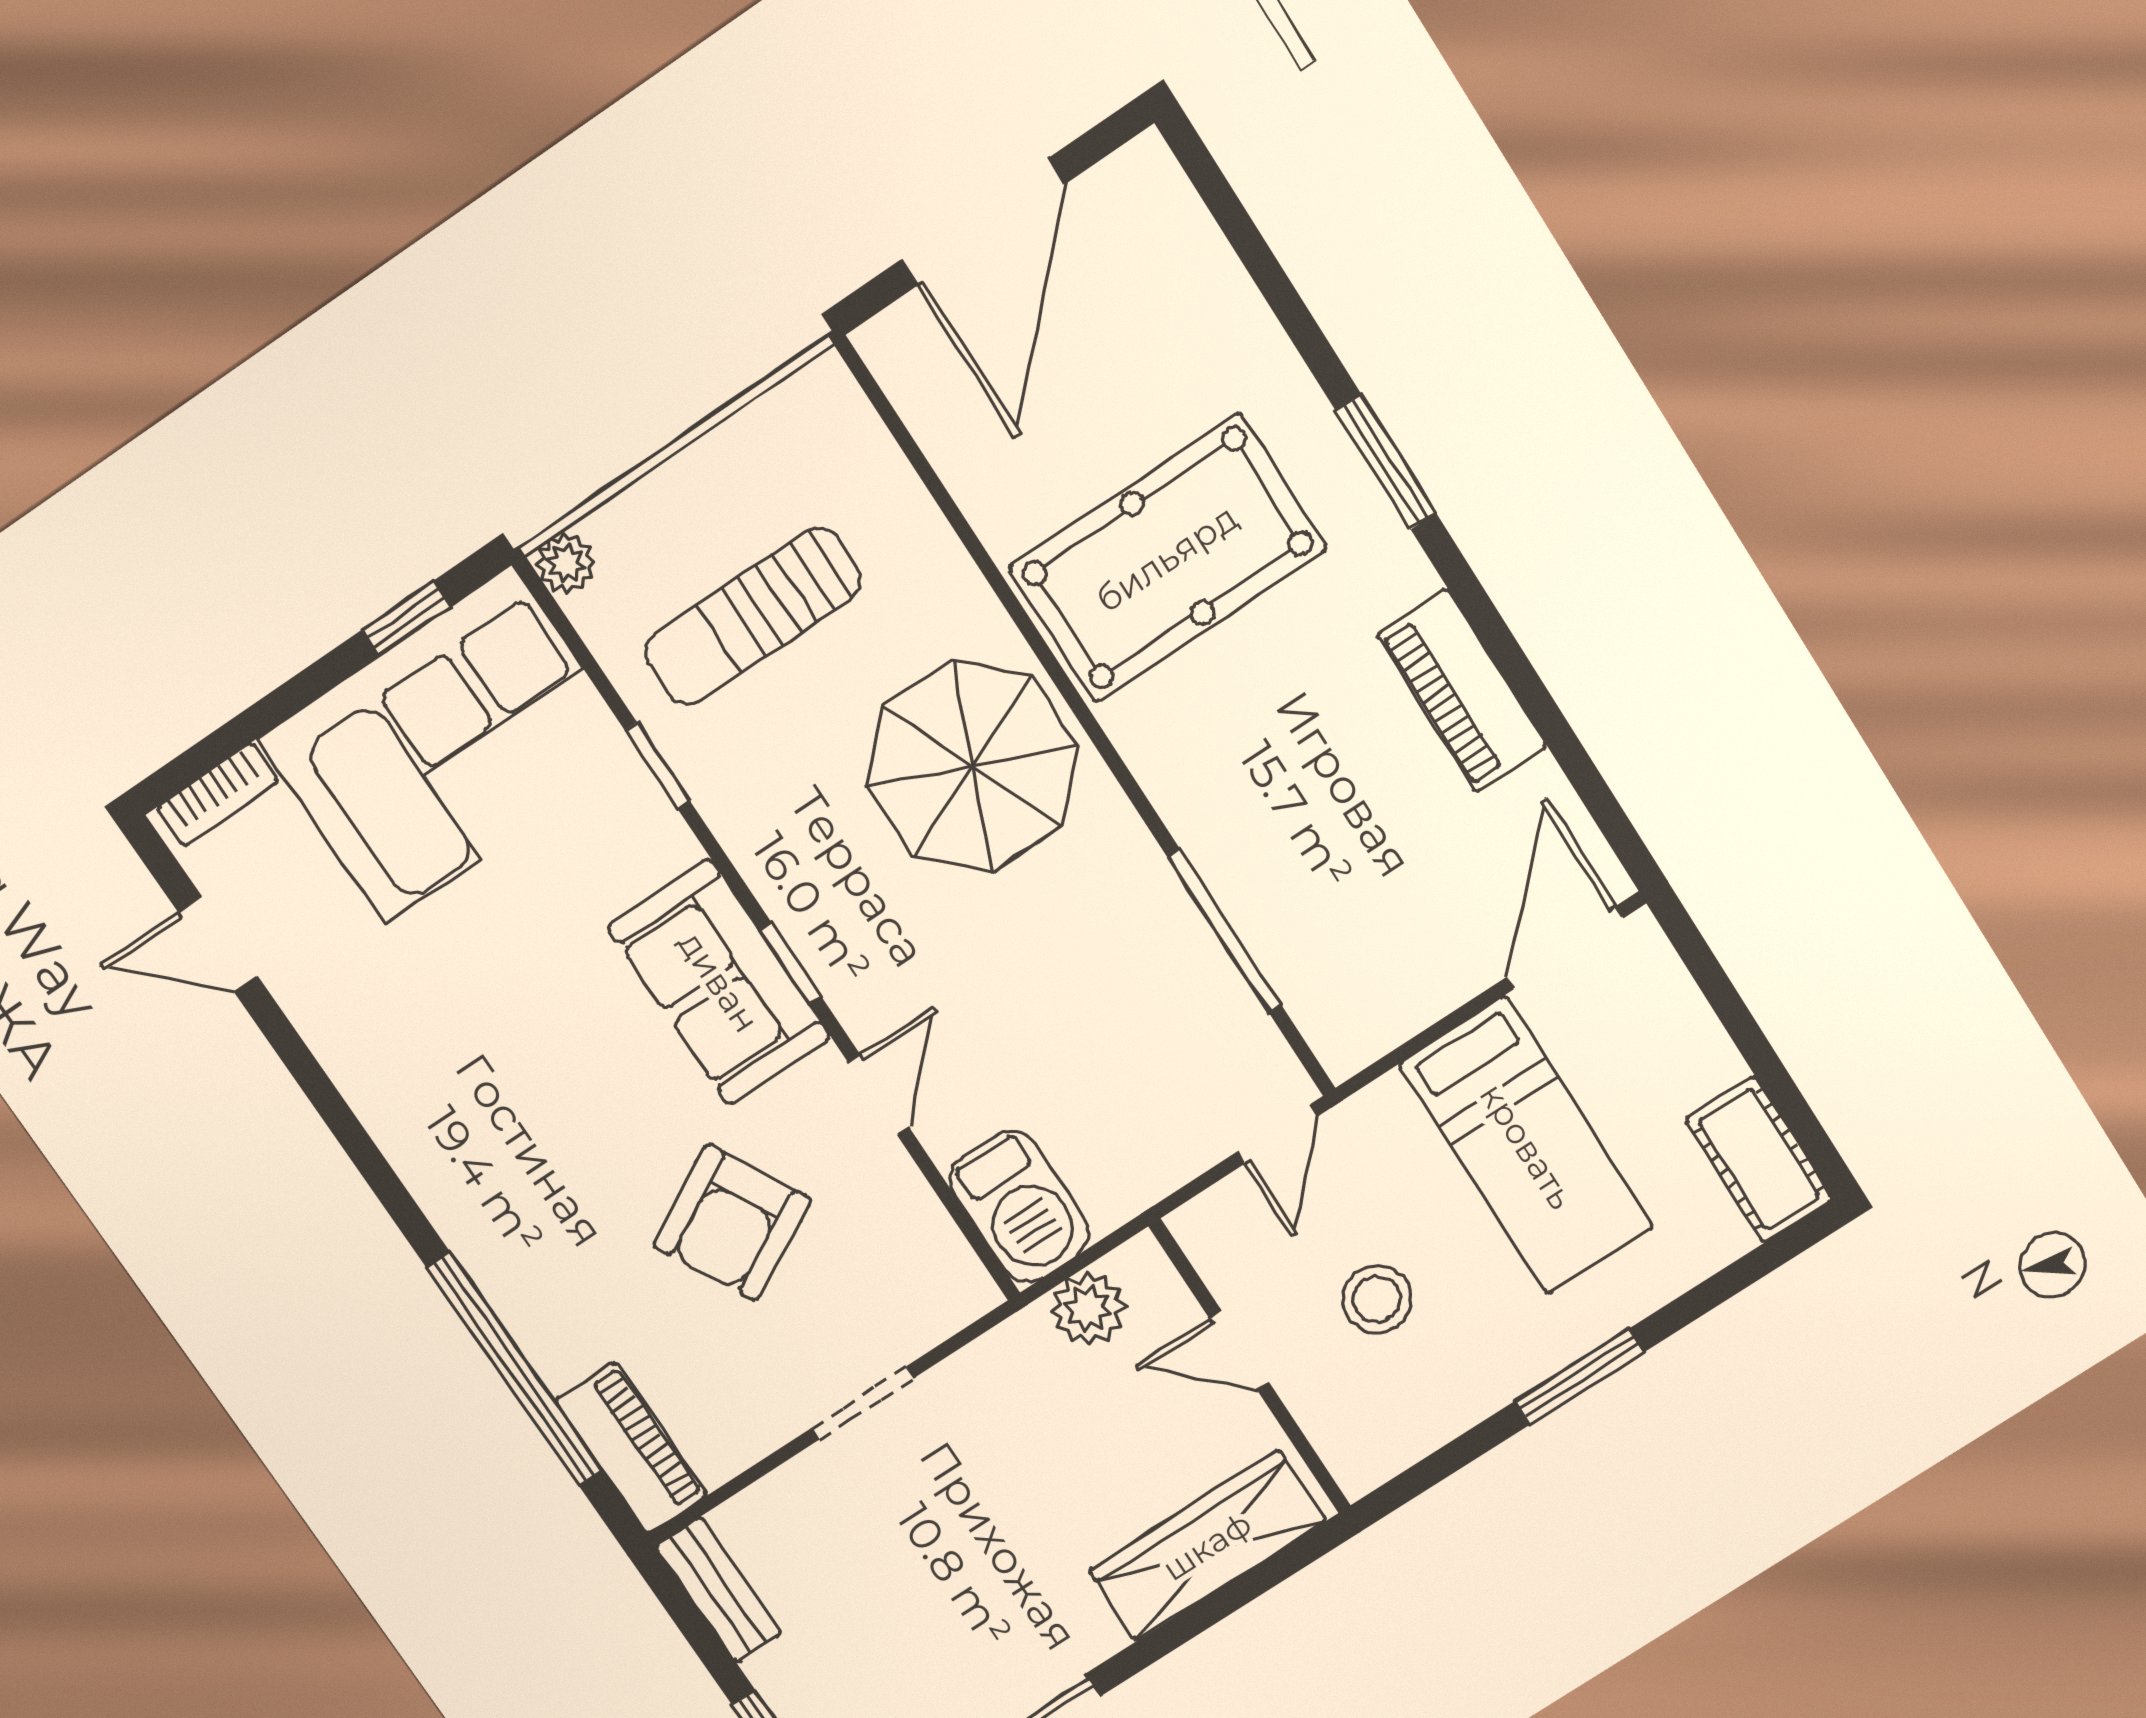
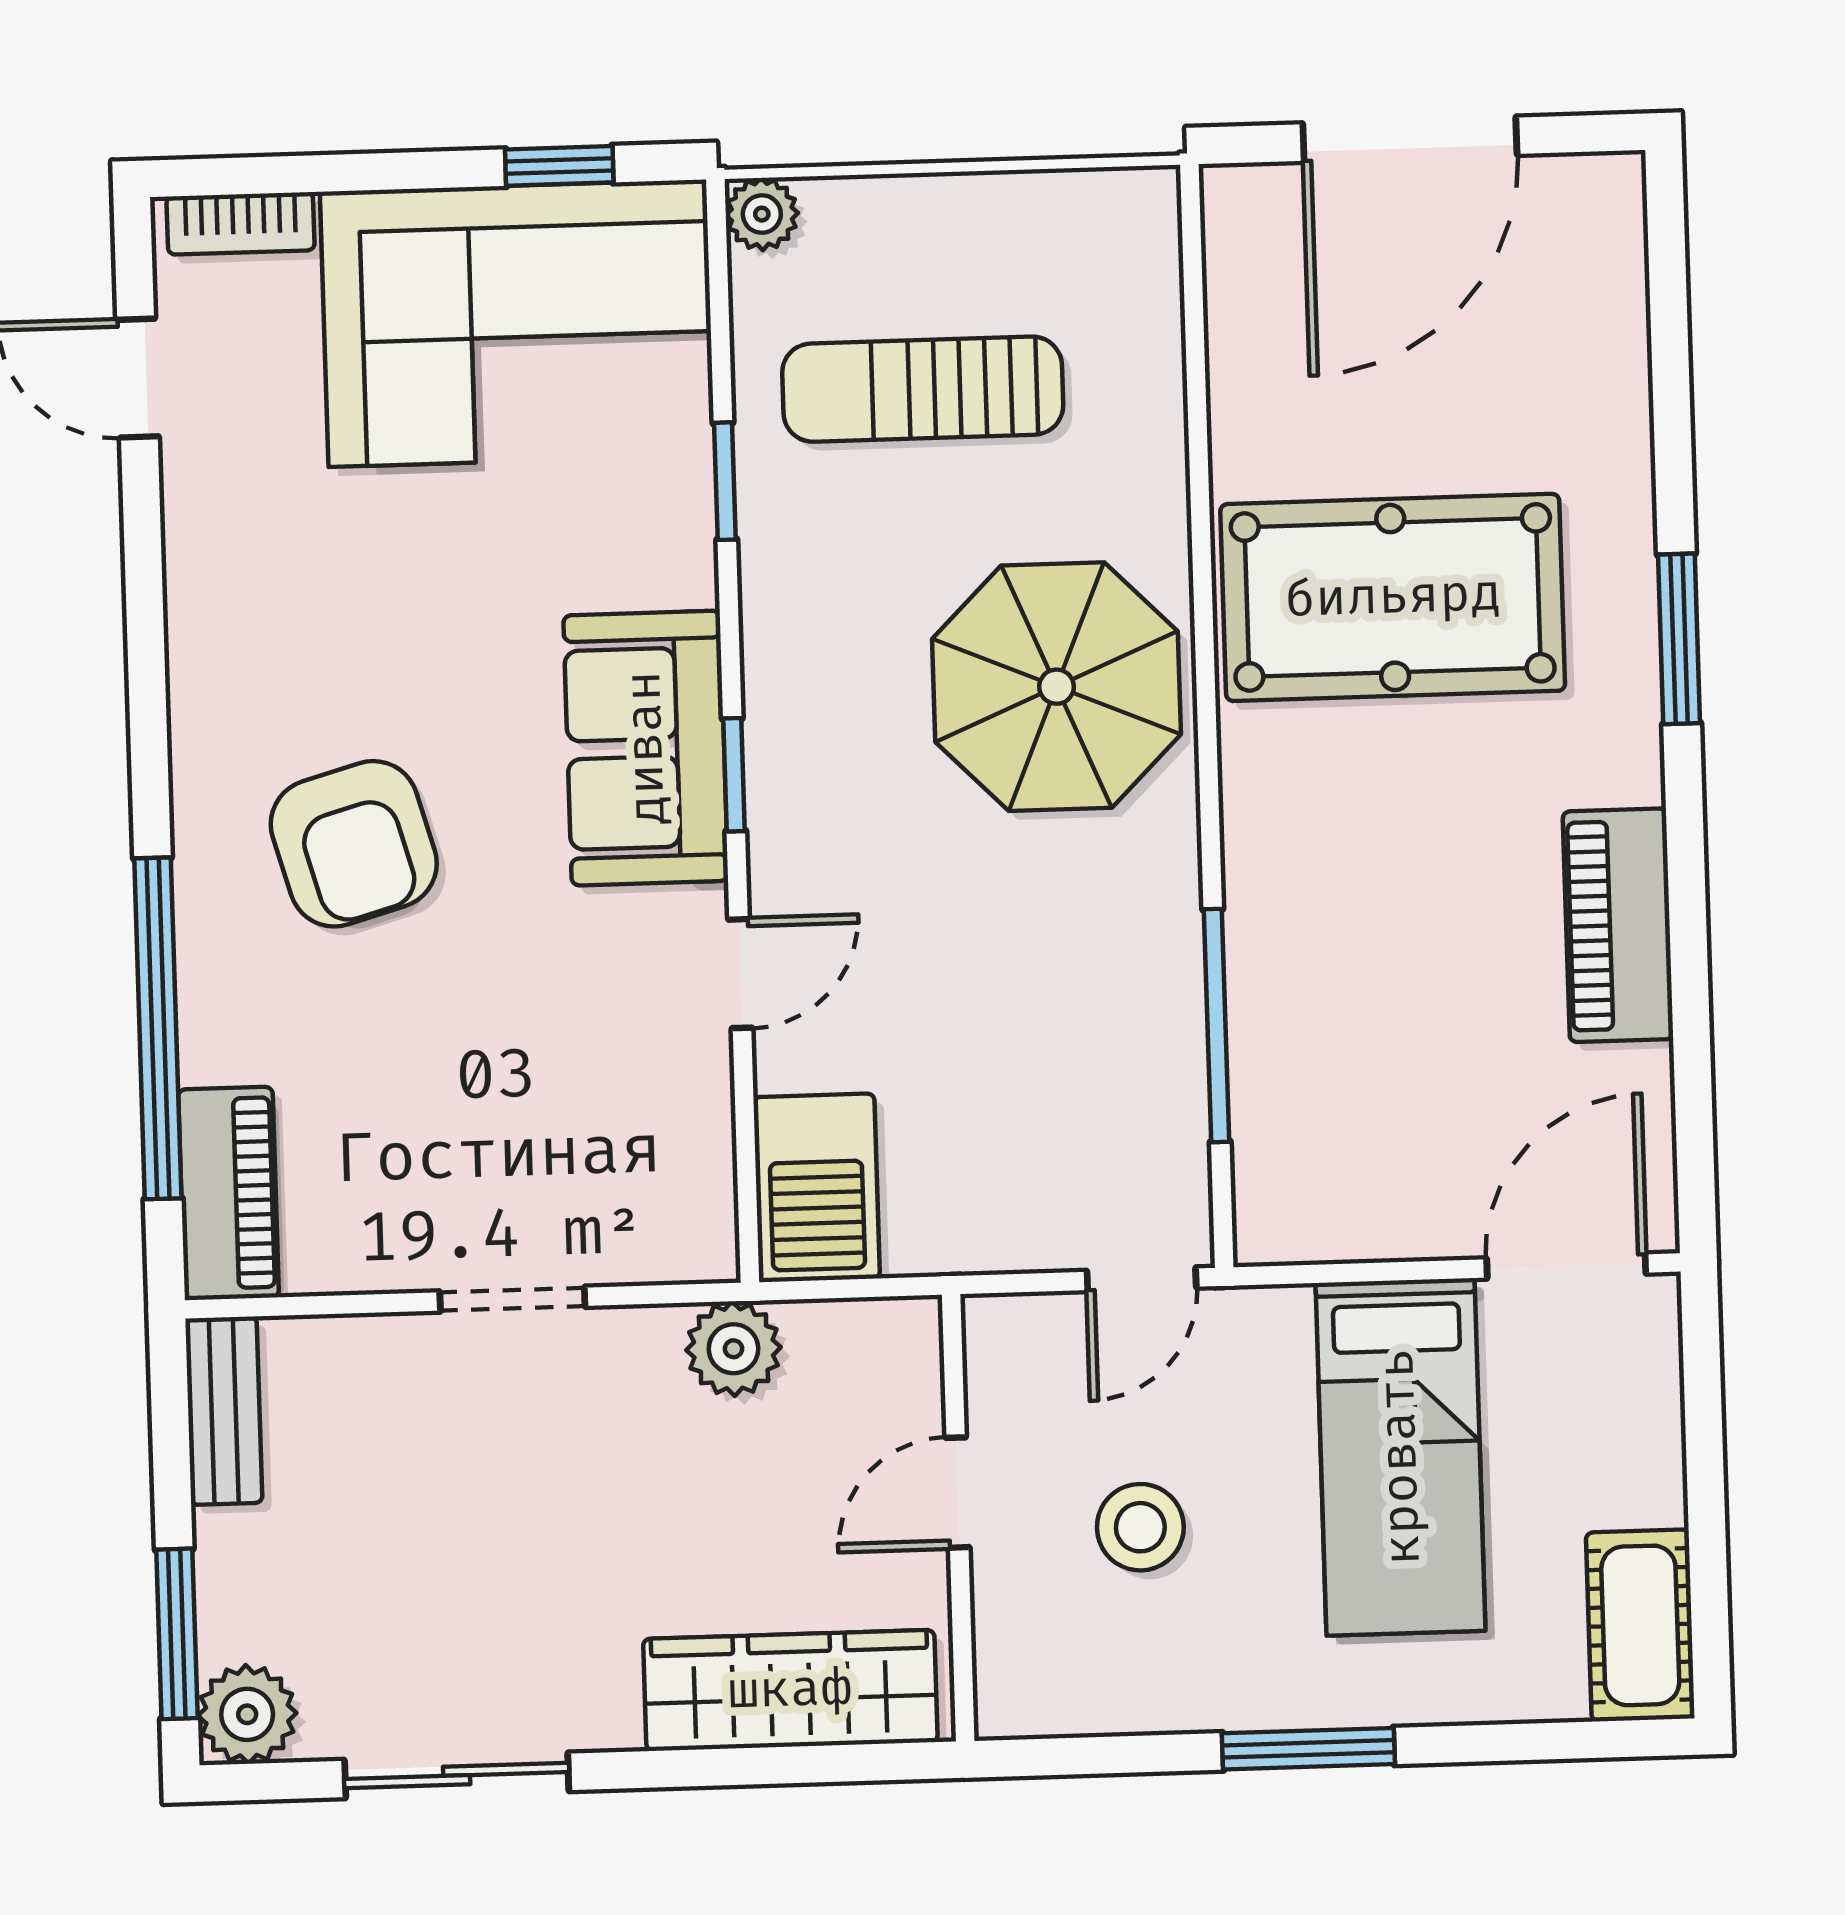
armchair: (732, 1223) -> (354, 844), moved, turned -78
plant: (1088, 1309) -> (733, 1349), moved
door: (1239, 1350) -> (957, 1493), hinge flipped

